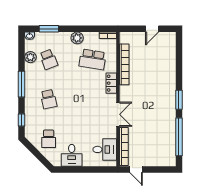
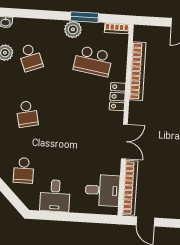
window: (49, 29) -> (84, 17), moved

